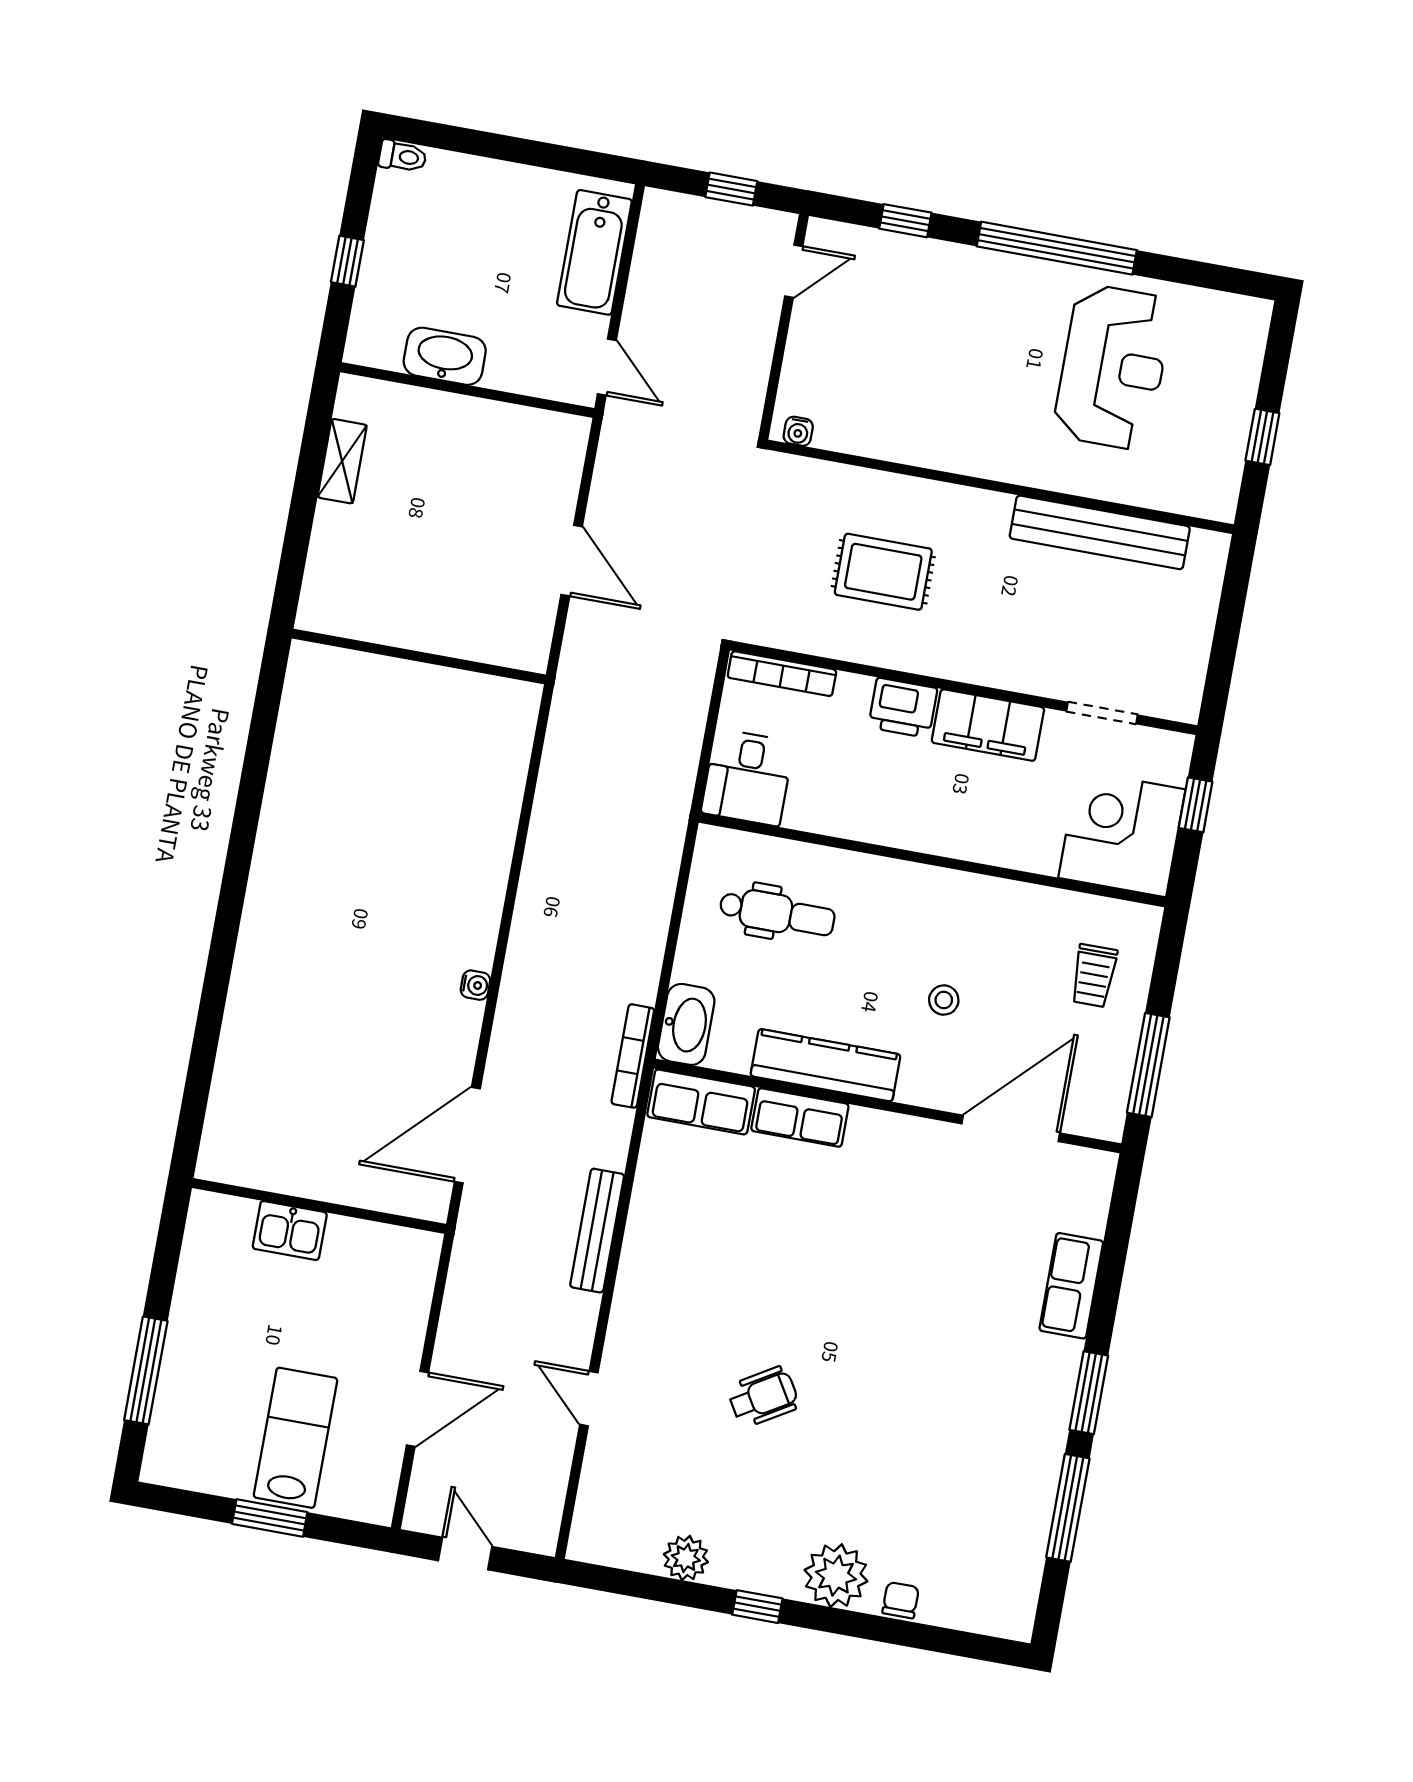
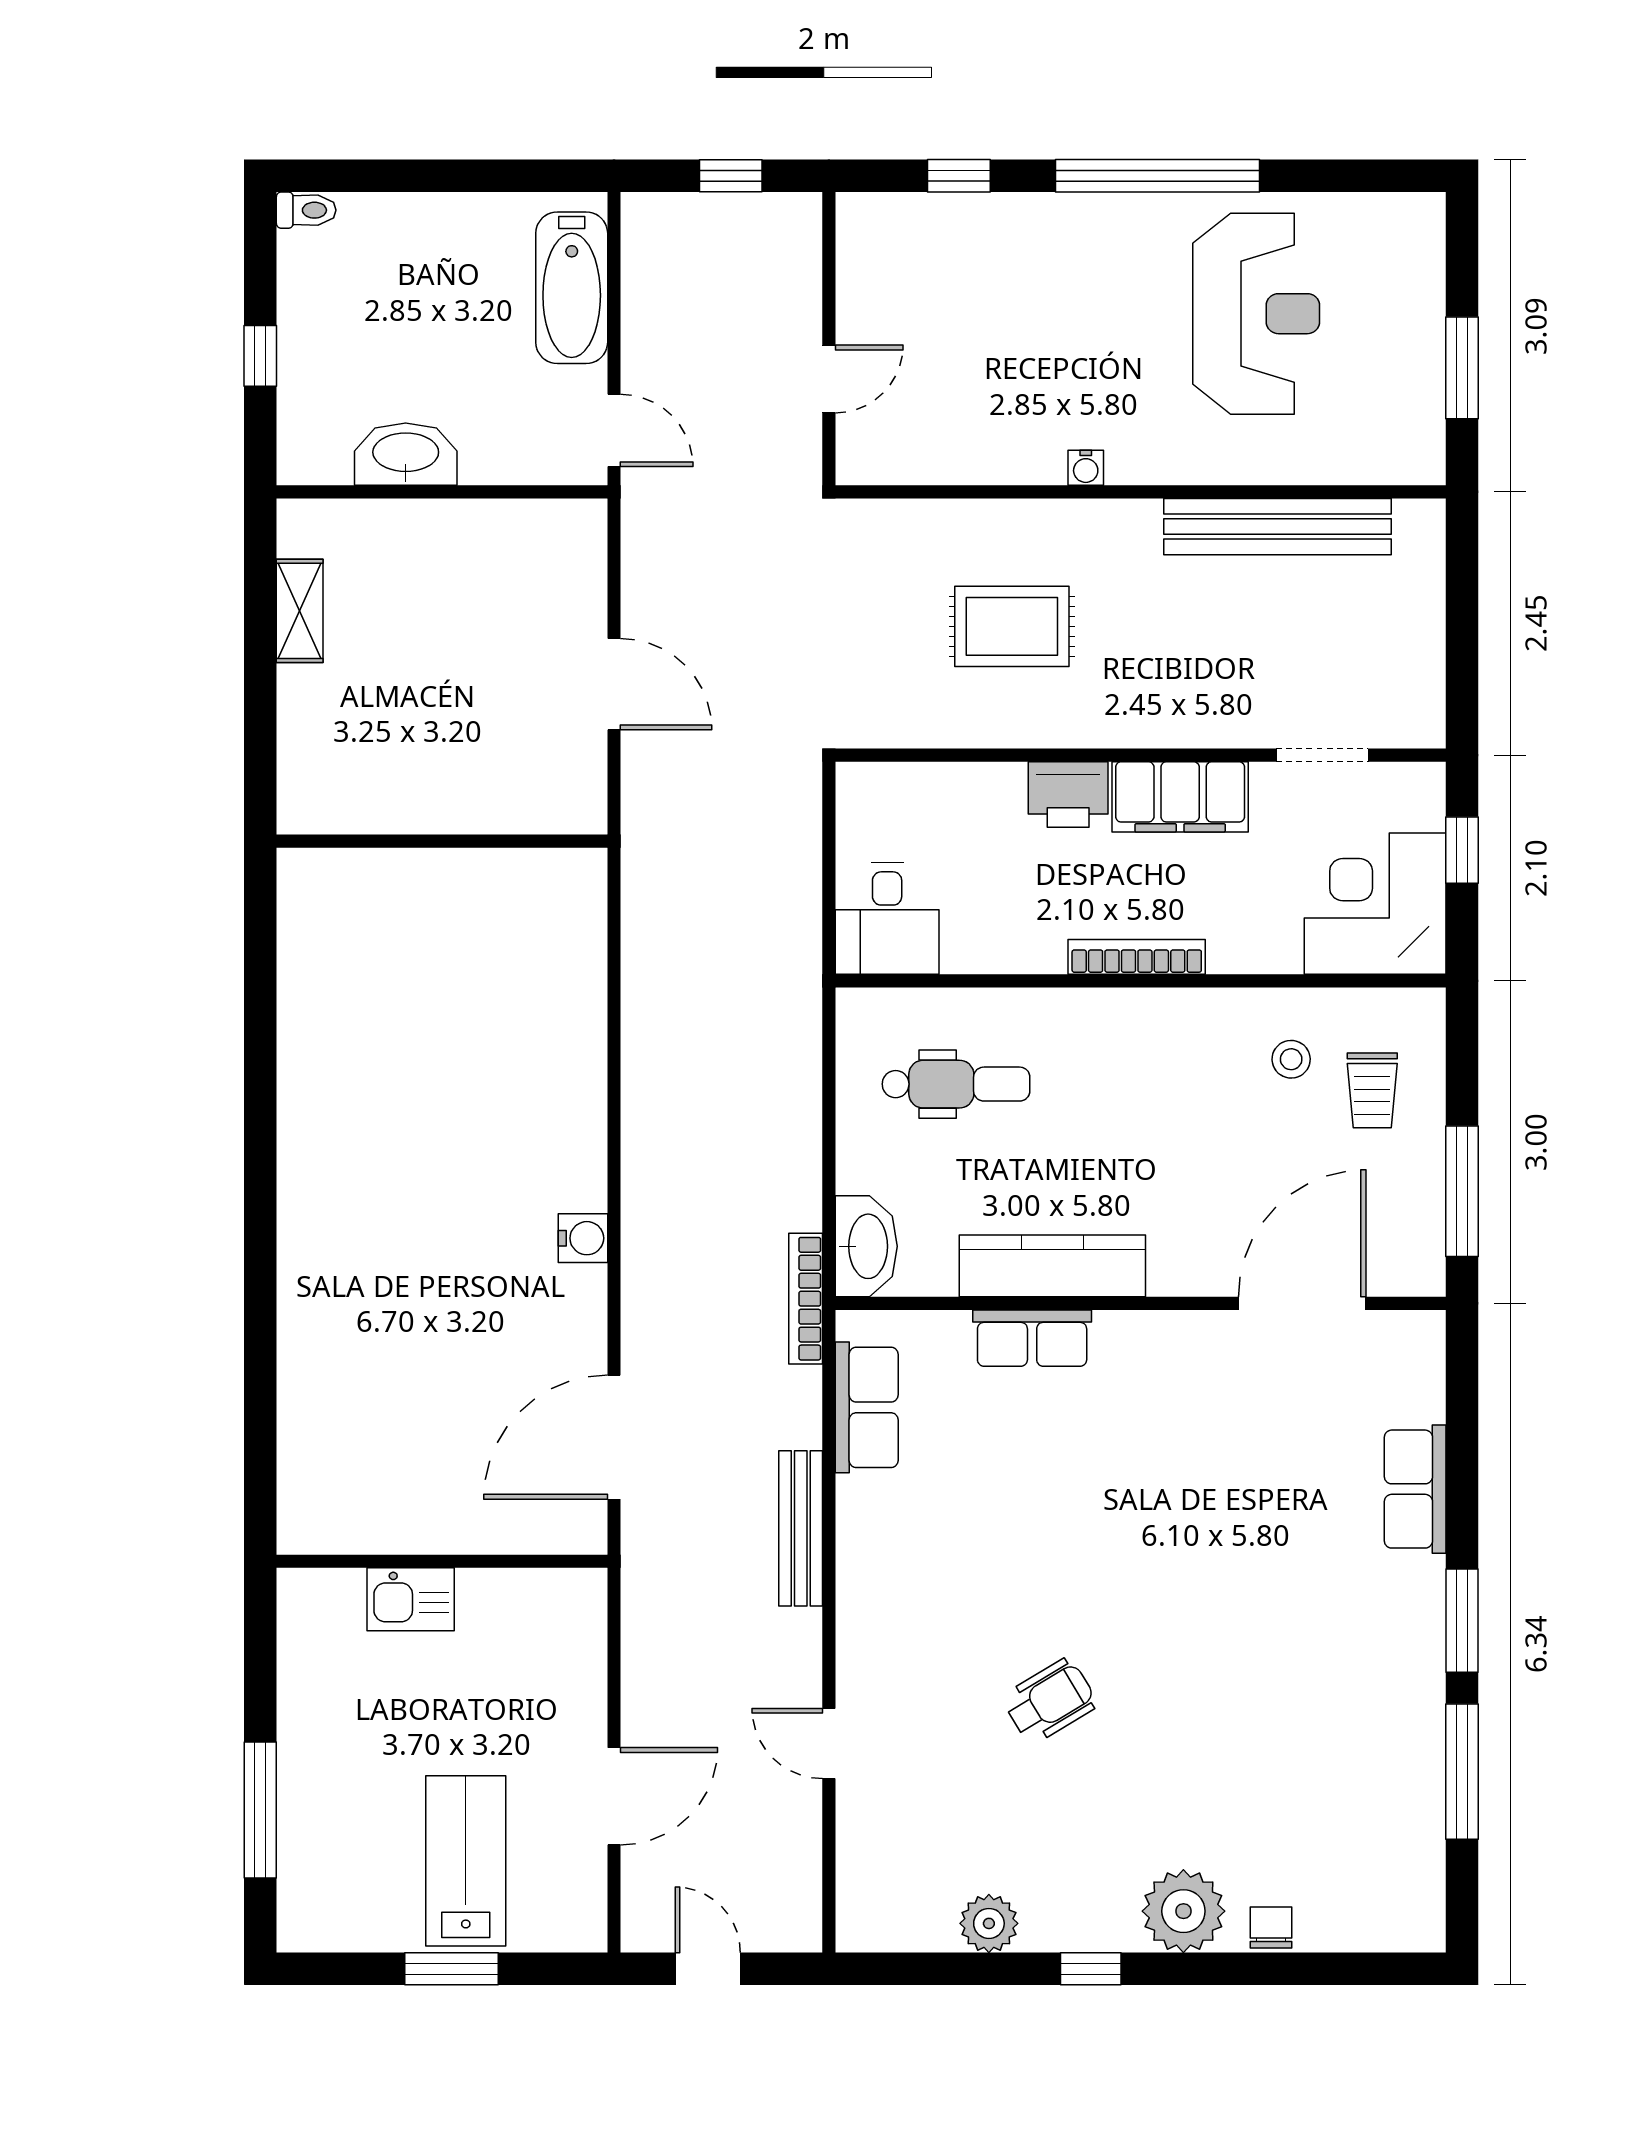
door: (794, 271) -> (829, 379), moved
water cooler: (798, 431) -> (1086, 468), moved
window: (1262, 437) -> (1462, 368), width x1.50
bookcase: (782, 674) -> (1137, 957), moved, turned 180
water cooler: (475, 985) -> (583, 1238), width x1.38, depth x1.38
stool: (944, 1000) -> (1291, 1059), moved
row of seats: (701, 1102) -> (867, 1407), moved, turned -90

